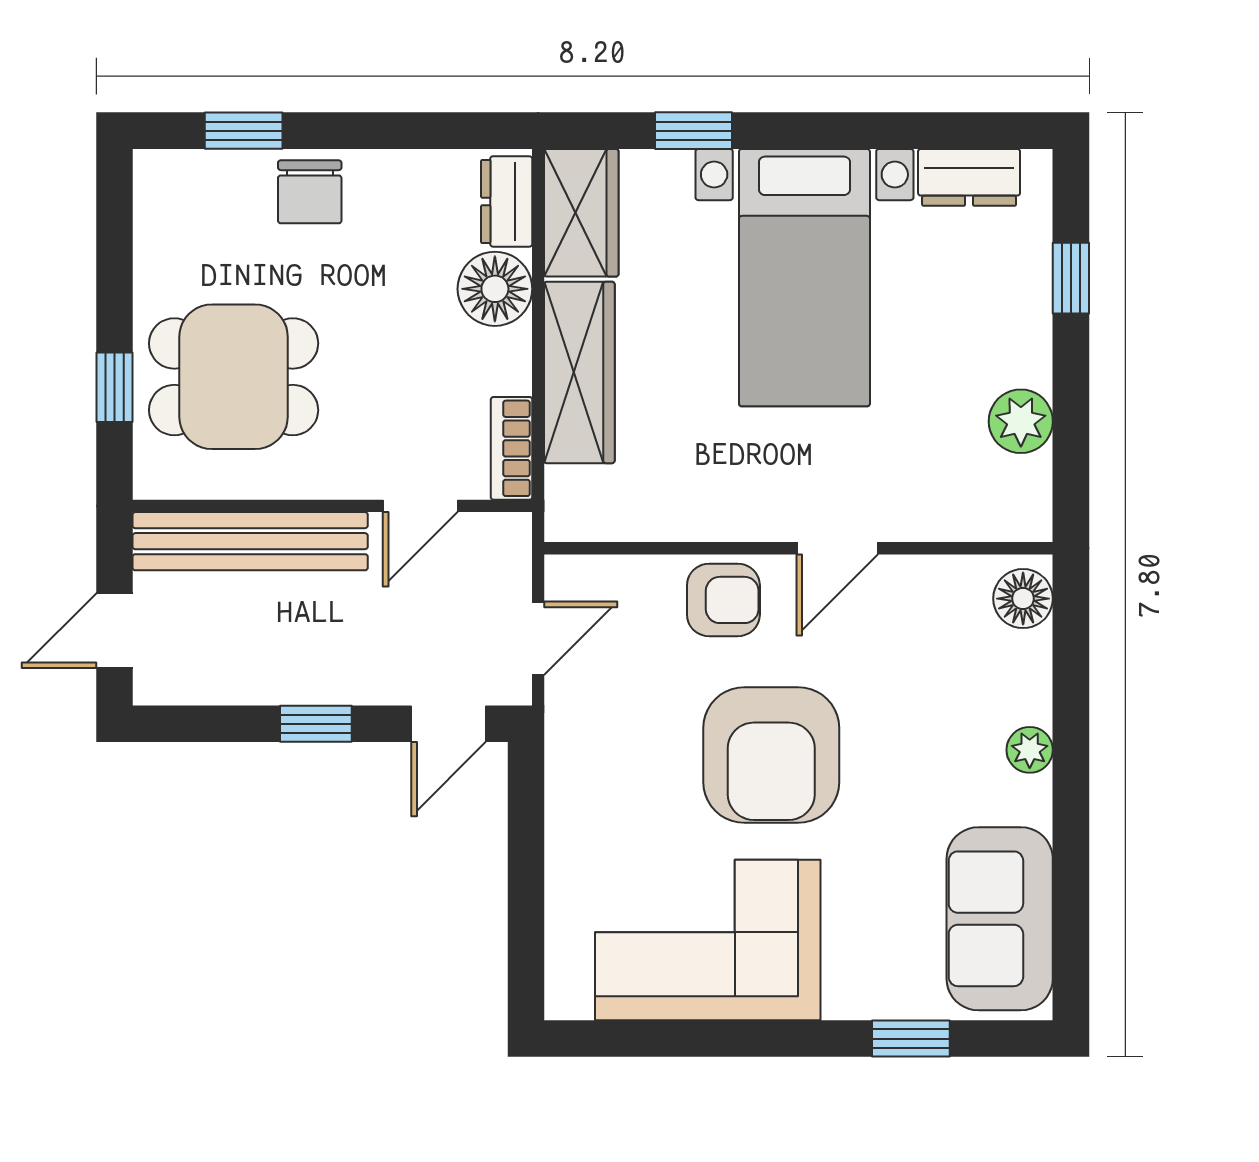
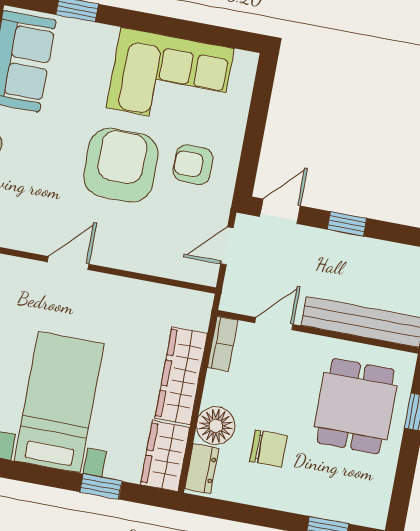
chair: (310, 192) -> (269, 449), moved, turned 90
dining table: (234, 377) -> (356, 406), turned 90
armchair: (723, 600) -> (193, 165), moved

